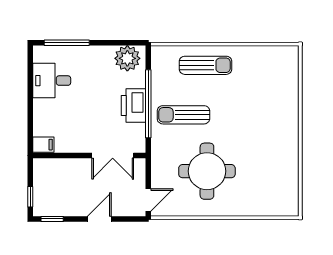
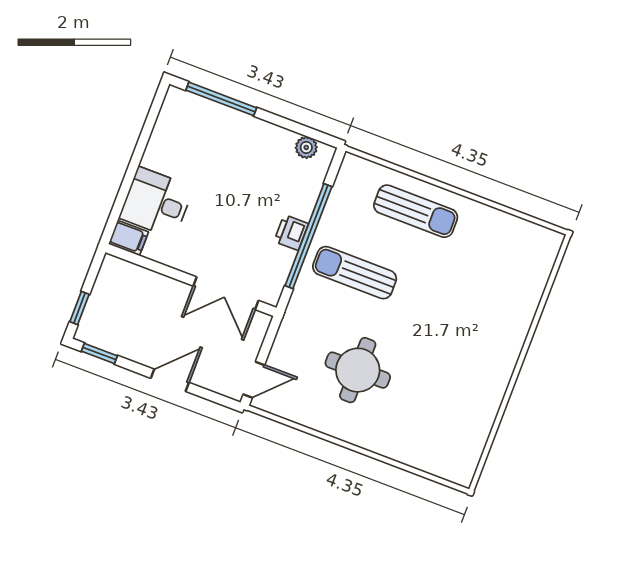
plant: (127, 58) -> (306, 147), width x0.53, depth x0.53
desk: (52, 81) -> (156, 203), moved
printer: (133, 105) -> (291, 233), width x0.53, depth x0.68
round table: (207, 171) -> (358, 370), width x0.73, depth x0.73

